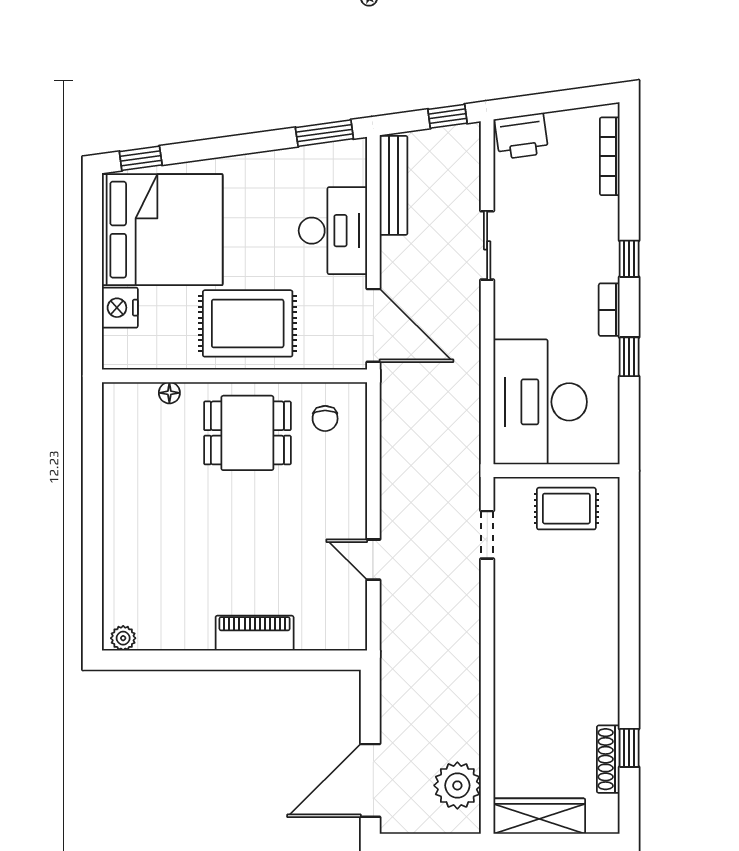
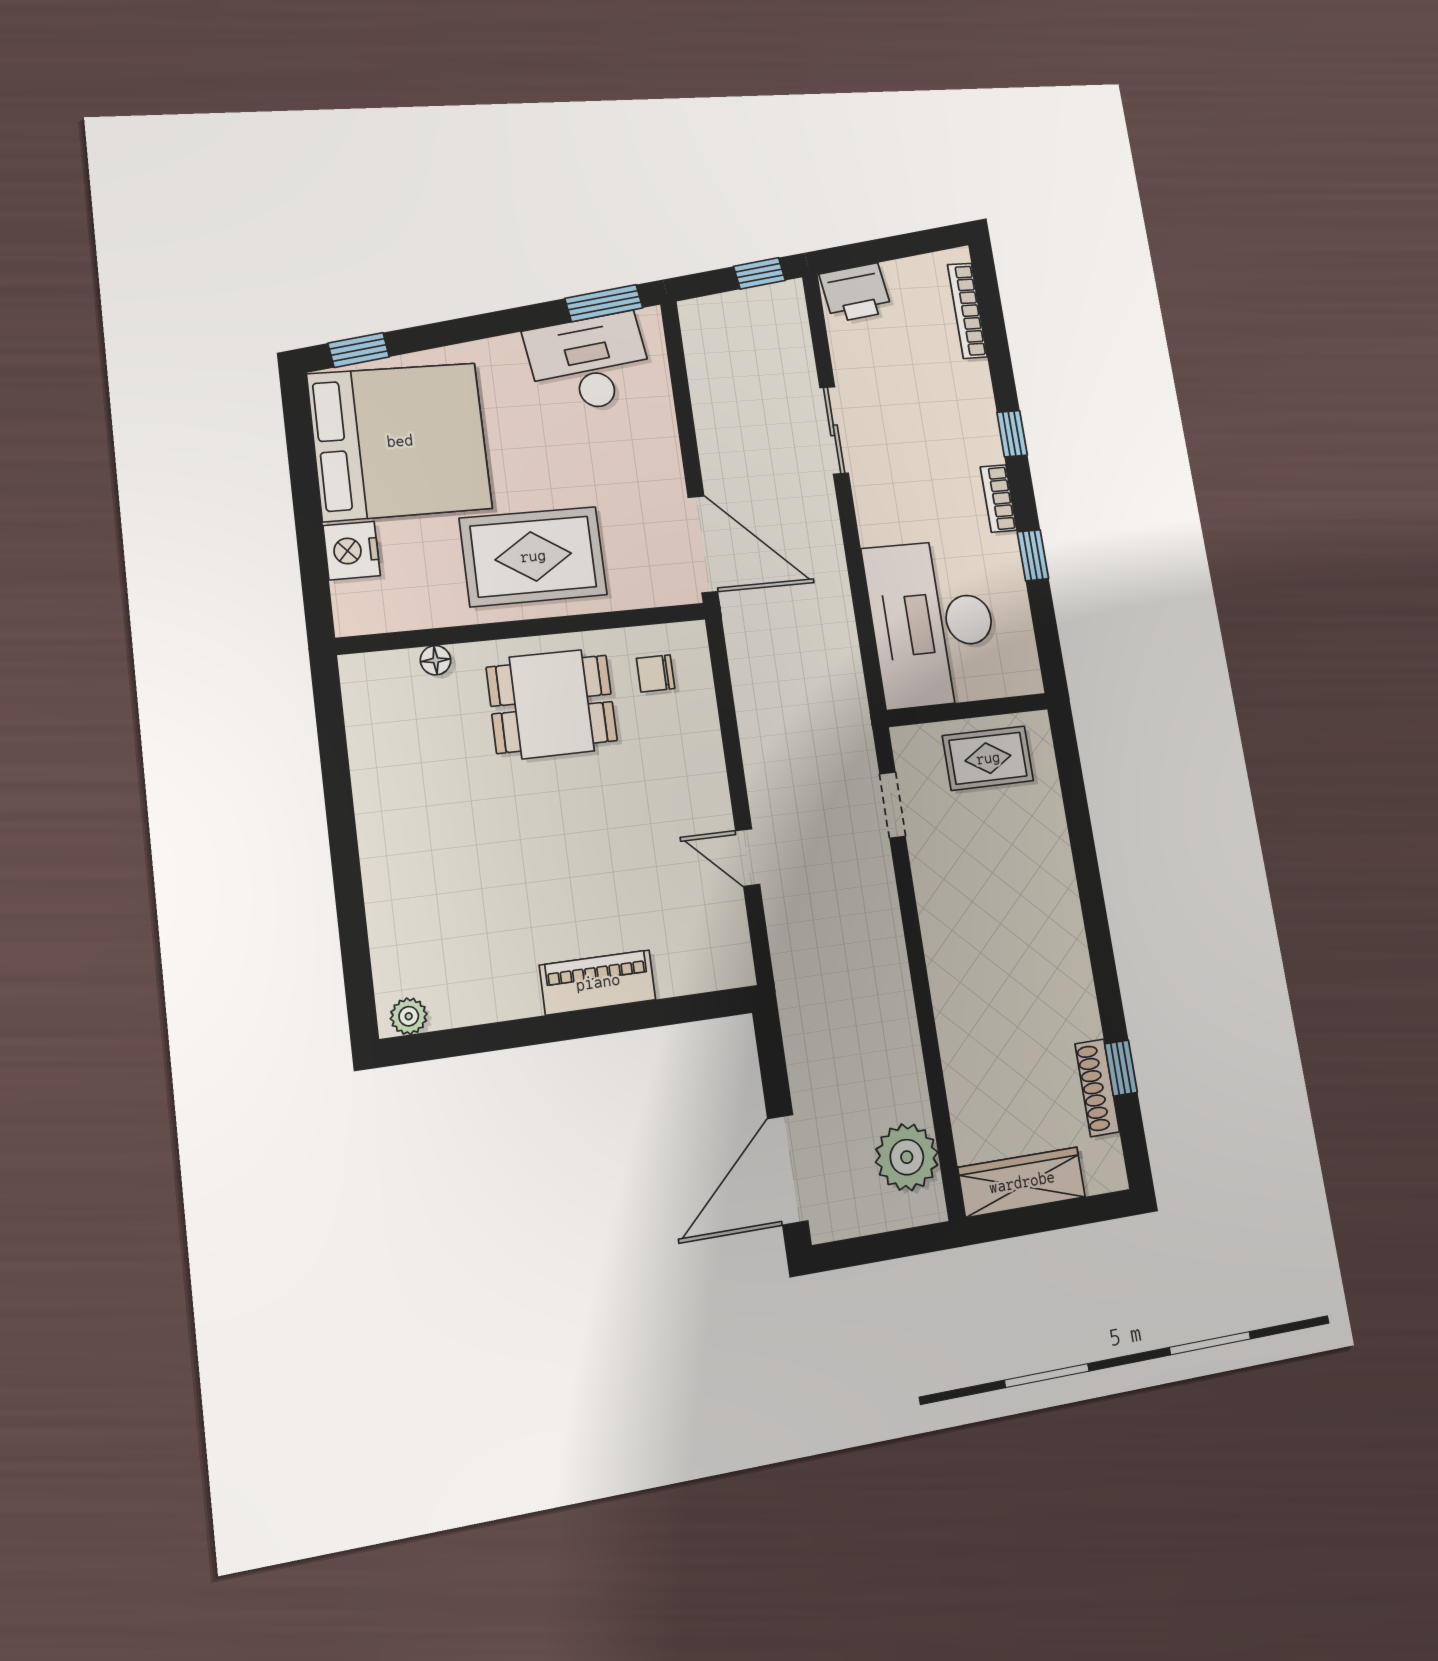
bench: (394, 185) -> (703, 363), removed
desk: (333, 231) -> (590, 363), moved, turned -98
chair: (325, 419) -> (656, 673), turned 90

